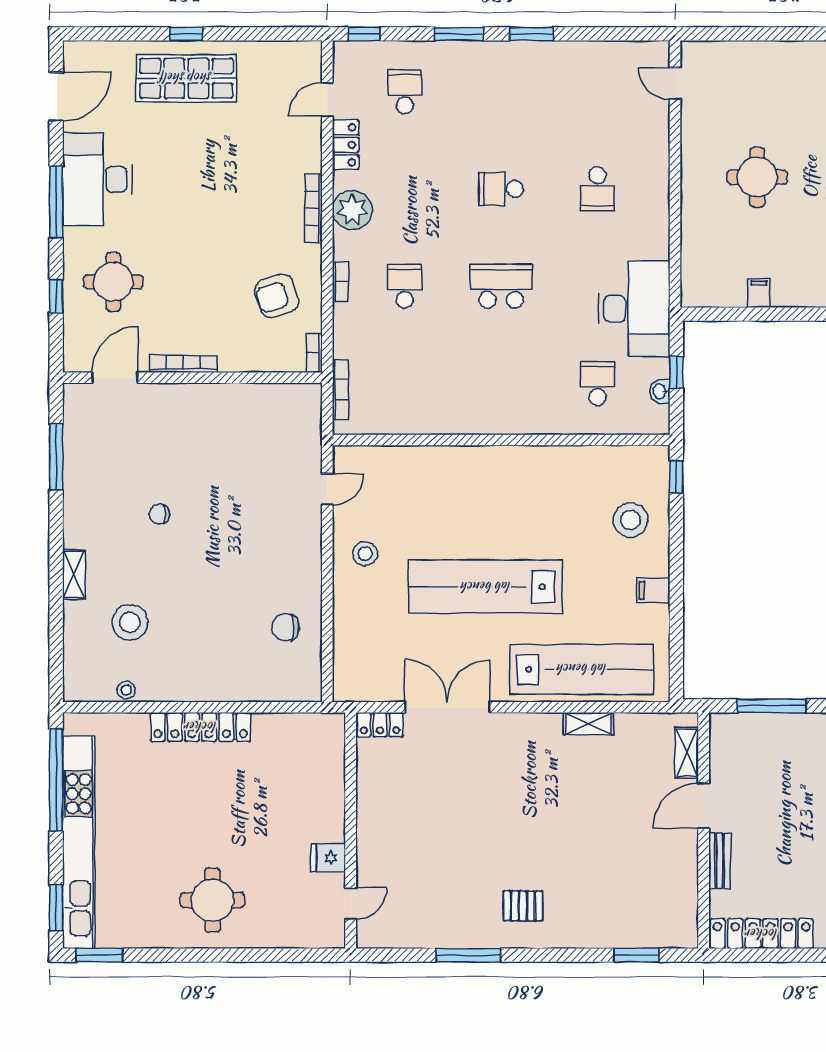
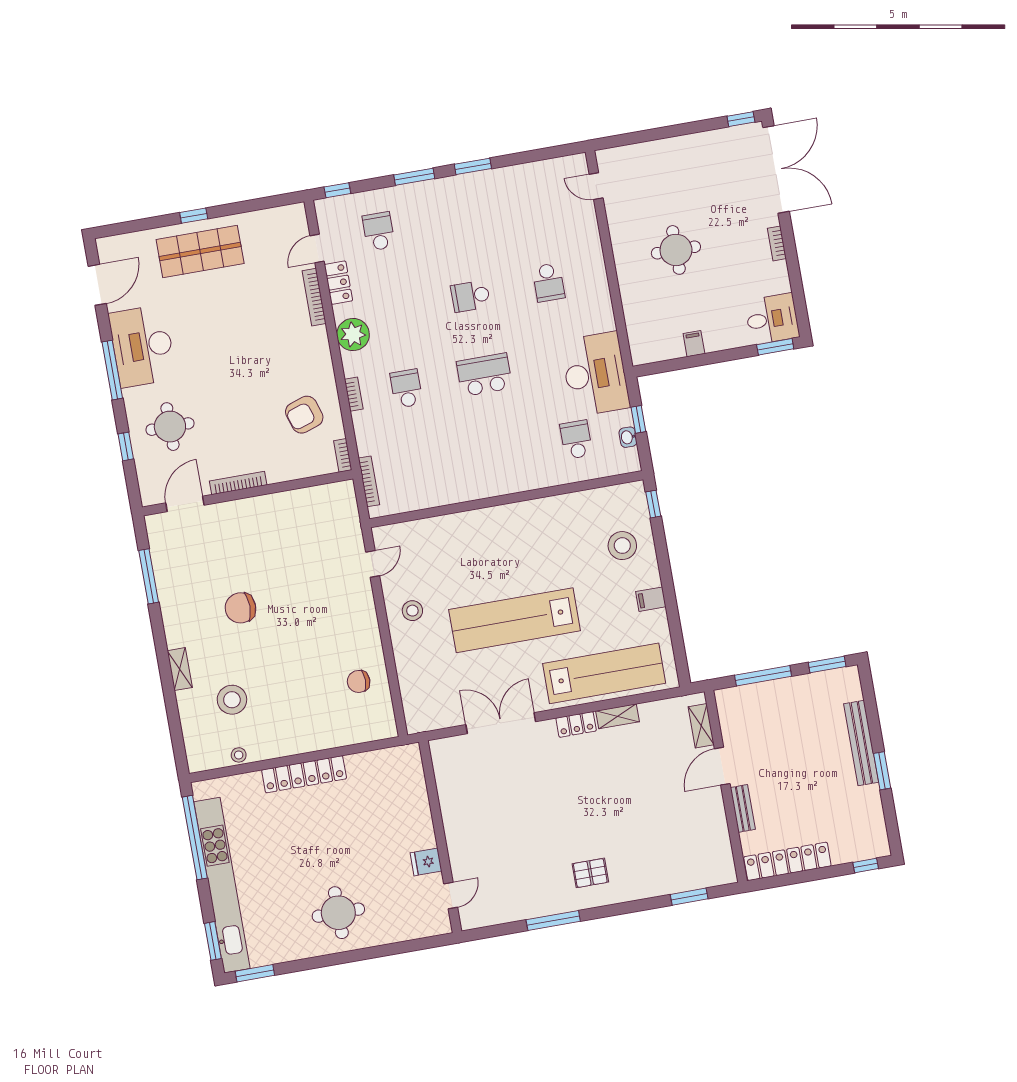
bookcase: (313, 208) -> (314, 297), moved
chair: (160, 514) -> (241, 608), width x1.87, depth x1.87
locker: (380, 725) -> (576, 724), moved

